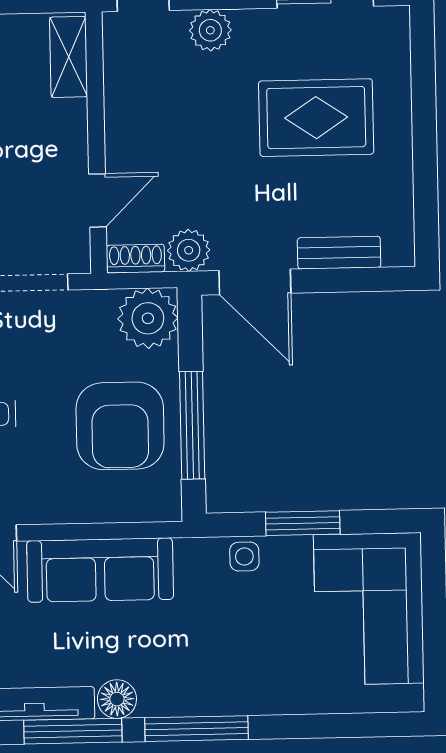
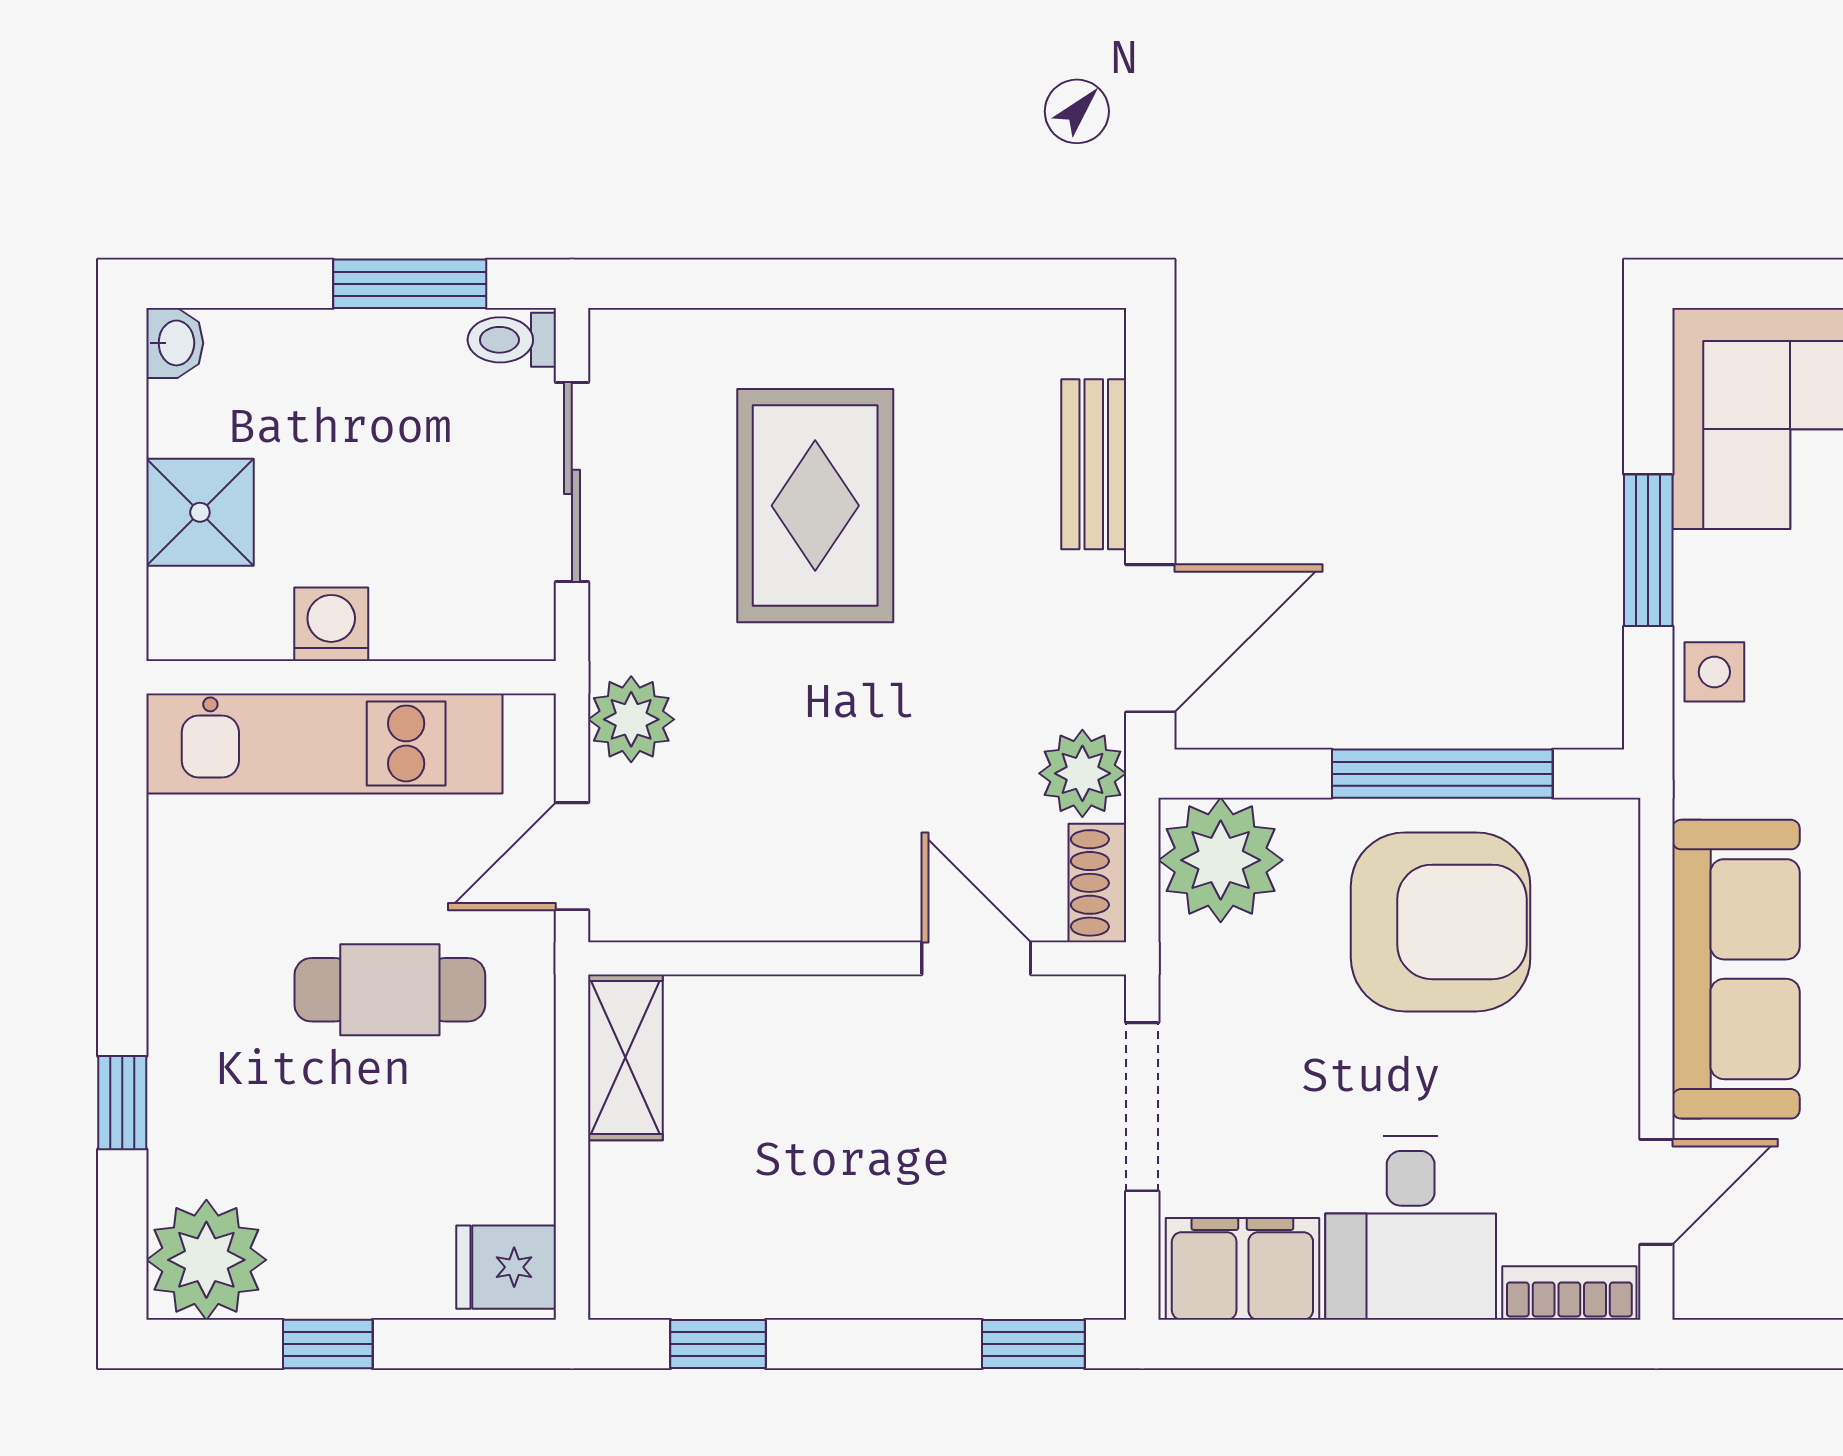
shelving: (69, 57) -> (625, 1057), moved, turned 90

